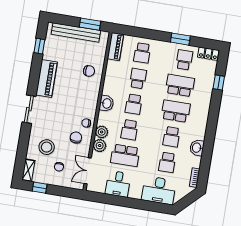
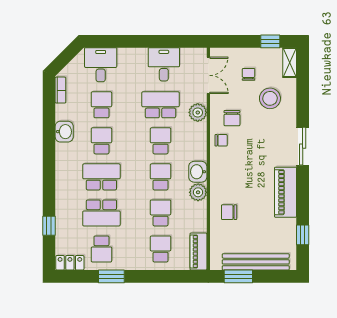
school desk: (138, 78) -> (161, 213), turned 180
school desk: (176, 111) -> (101, 177), turned 180
plant: (102, 132) -> (198, 192), moved
desk: (159, 190) -> (101, 65), width x0.73

